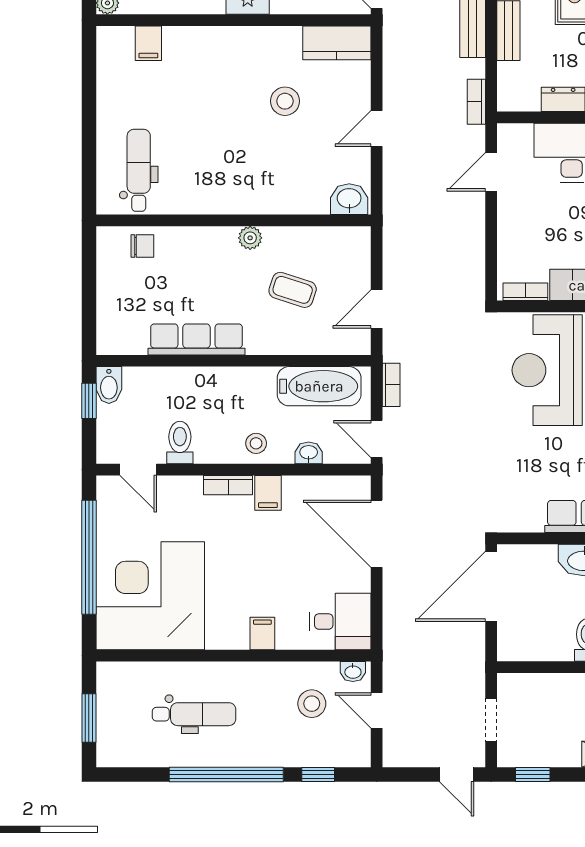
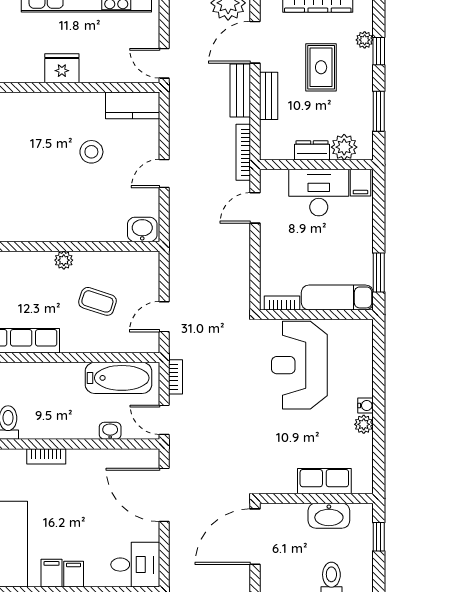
bookcase: (476, 102) -> (243, 152), width x1.56
stool: (256, 443) -> (68, 423), removed
filing cabinet: (268, 493) -> (52, 573), moved, turned 180

